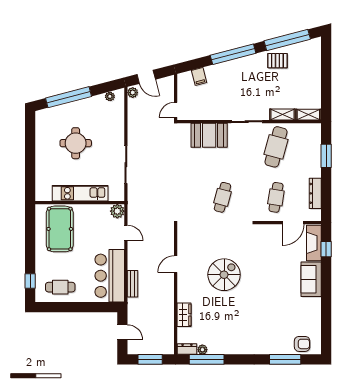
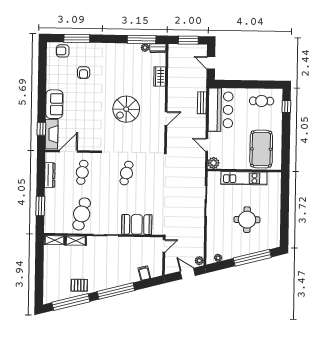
armchair: (276, 318) -> (84, 73), added

